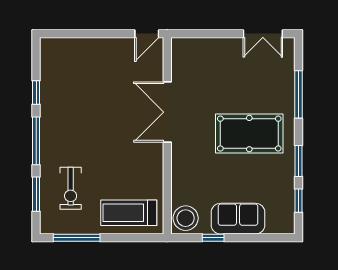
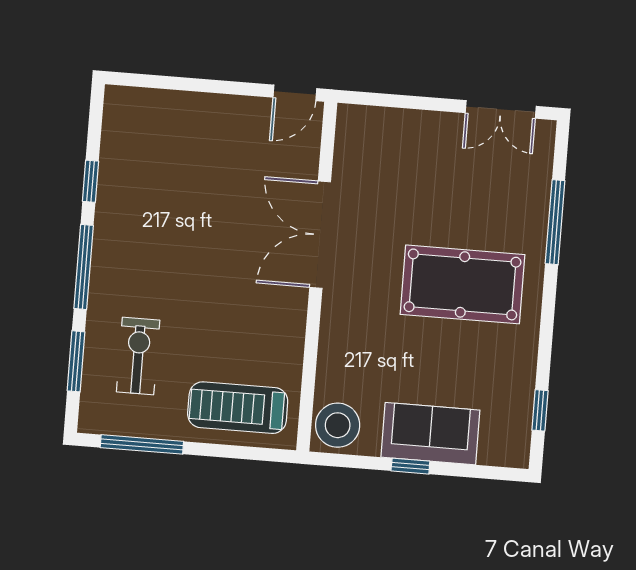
window: (298, 161) -> (546, 340), removed
exercise bike: (71, 188) -> (138, 356), turned 180
window: (213, 238) -> (410, 466), moved

